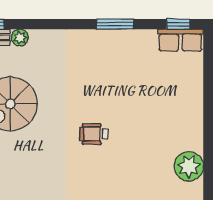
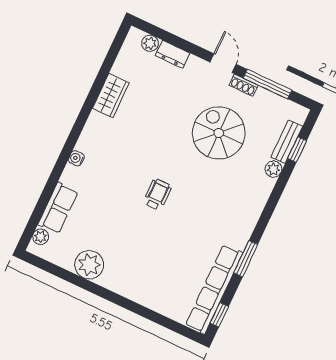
row of seats: (180, 40) -> (214, 289), width x2.02

